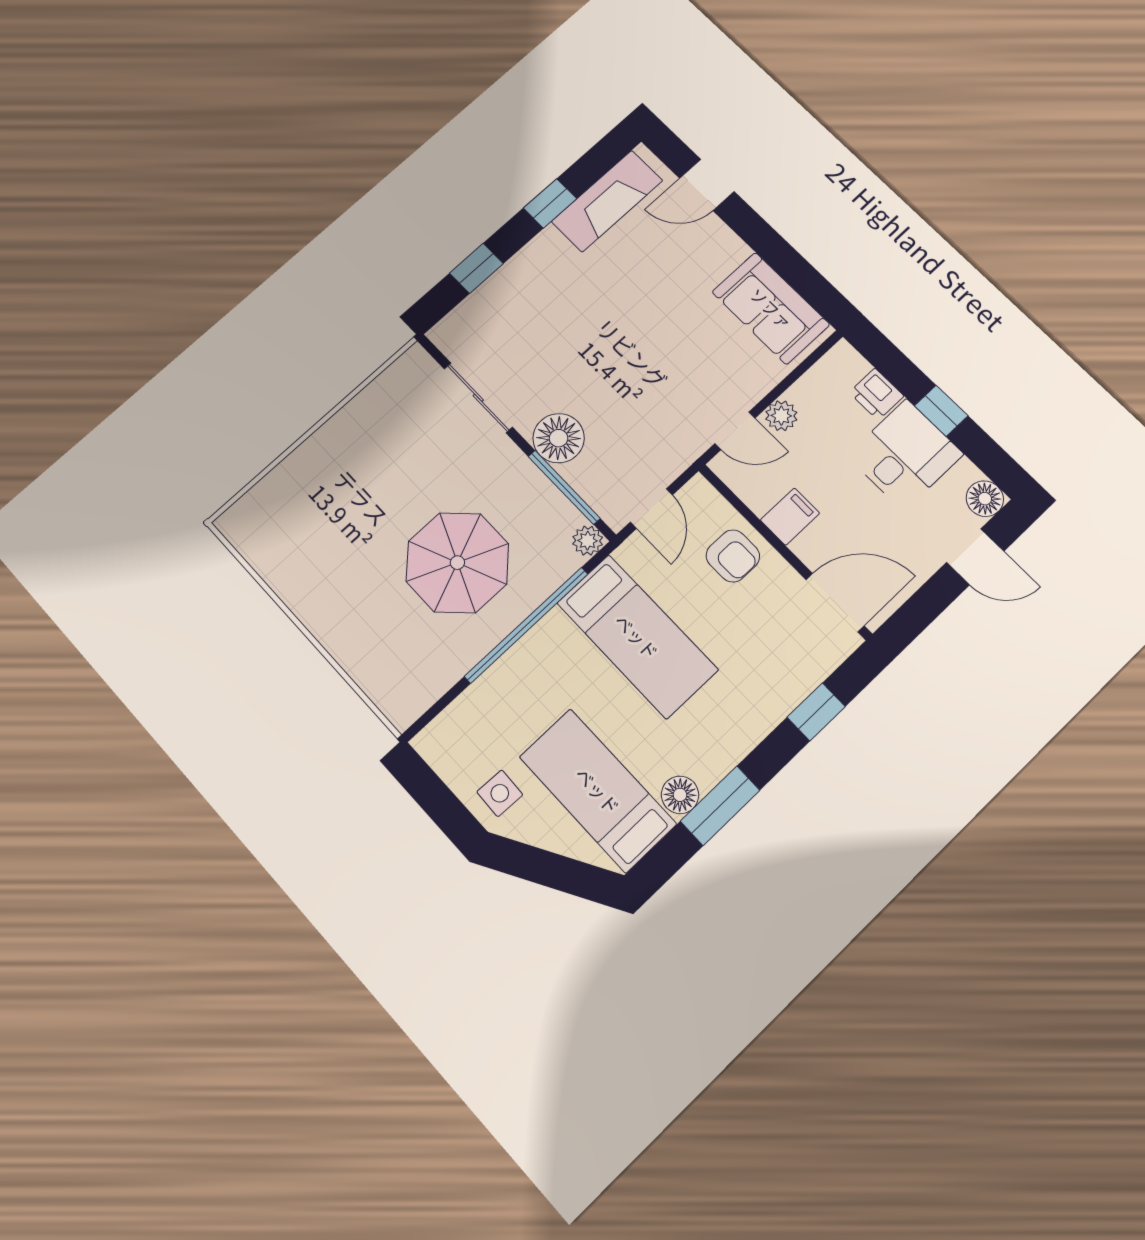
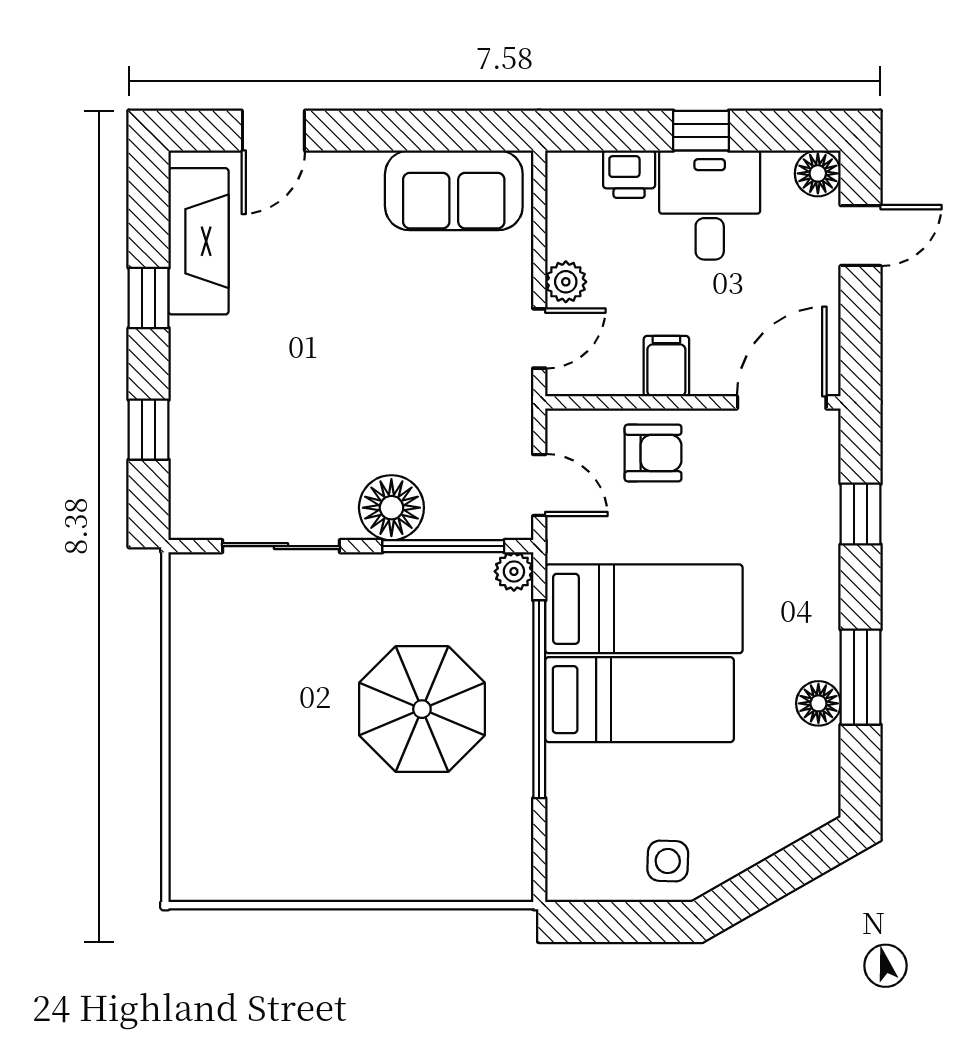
bed: (598, 790) -> (640, 700), moved, turned 180

